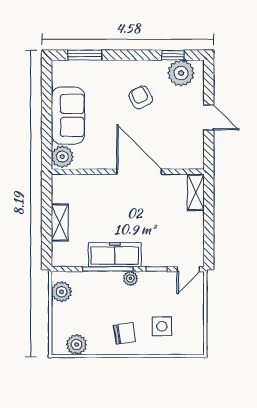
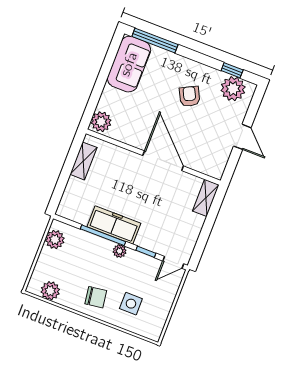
window: (85, 55) -> (155, 41), width x1.44
sofa: (68, 115) -> (129, 64), moved
shelving: (60, 223) -> (83, 161), moved

